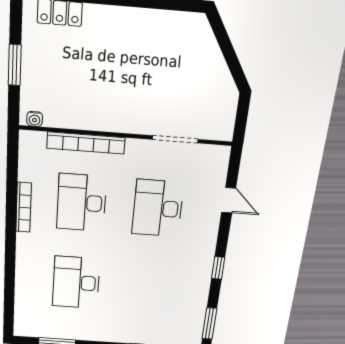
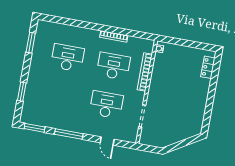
window: (15, 65) -> (186, 43), removed
door: (229, 200) -> (107, 141), hinge flipped
window: (218, 268) -> (69, 134), width x2.17

